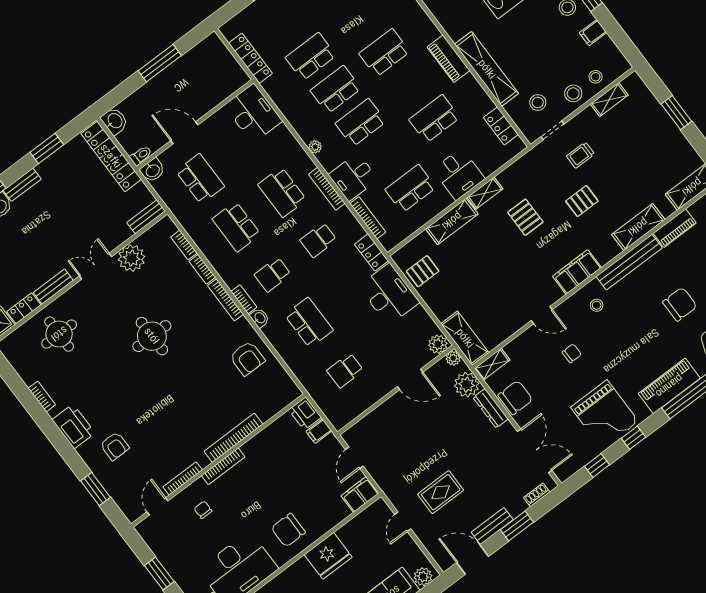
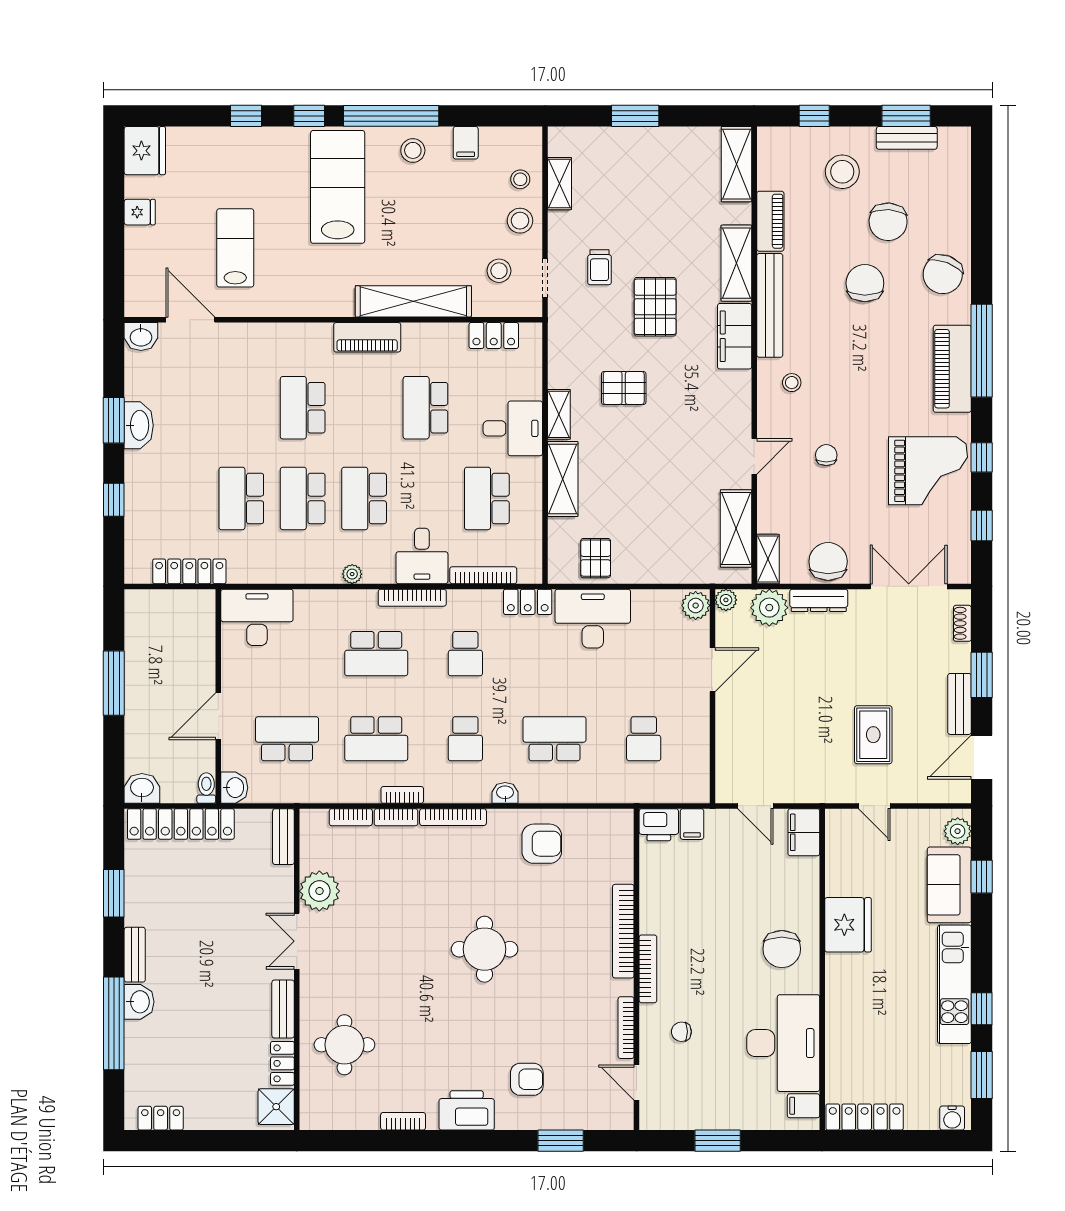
pallet: (582, 201) -> (655, 307), width x1.50, depth x1.42
filing cabinet: (577, 272) -> (735, 336), moved
bookcase: (244, 299) -> (402, 795), moved
round table: (152, 336) -> (485, 949), moved
shelving: (465, 338) -> (736, 528), moved, turned 90

